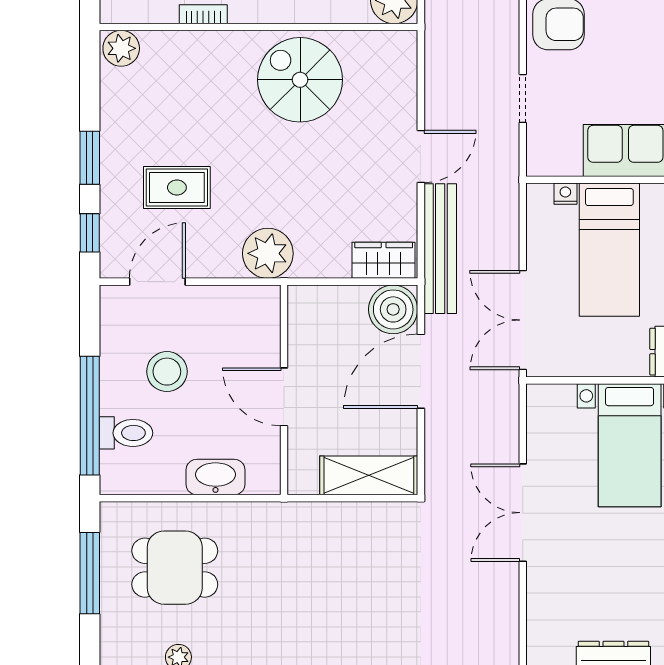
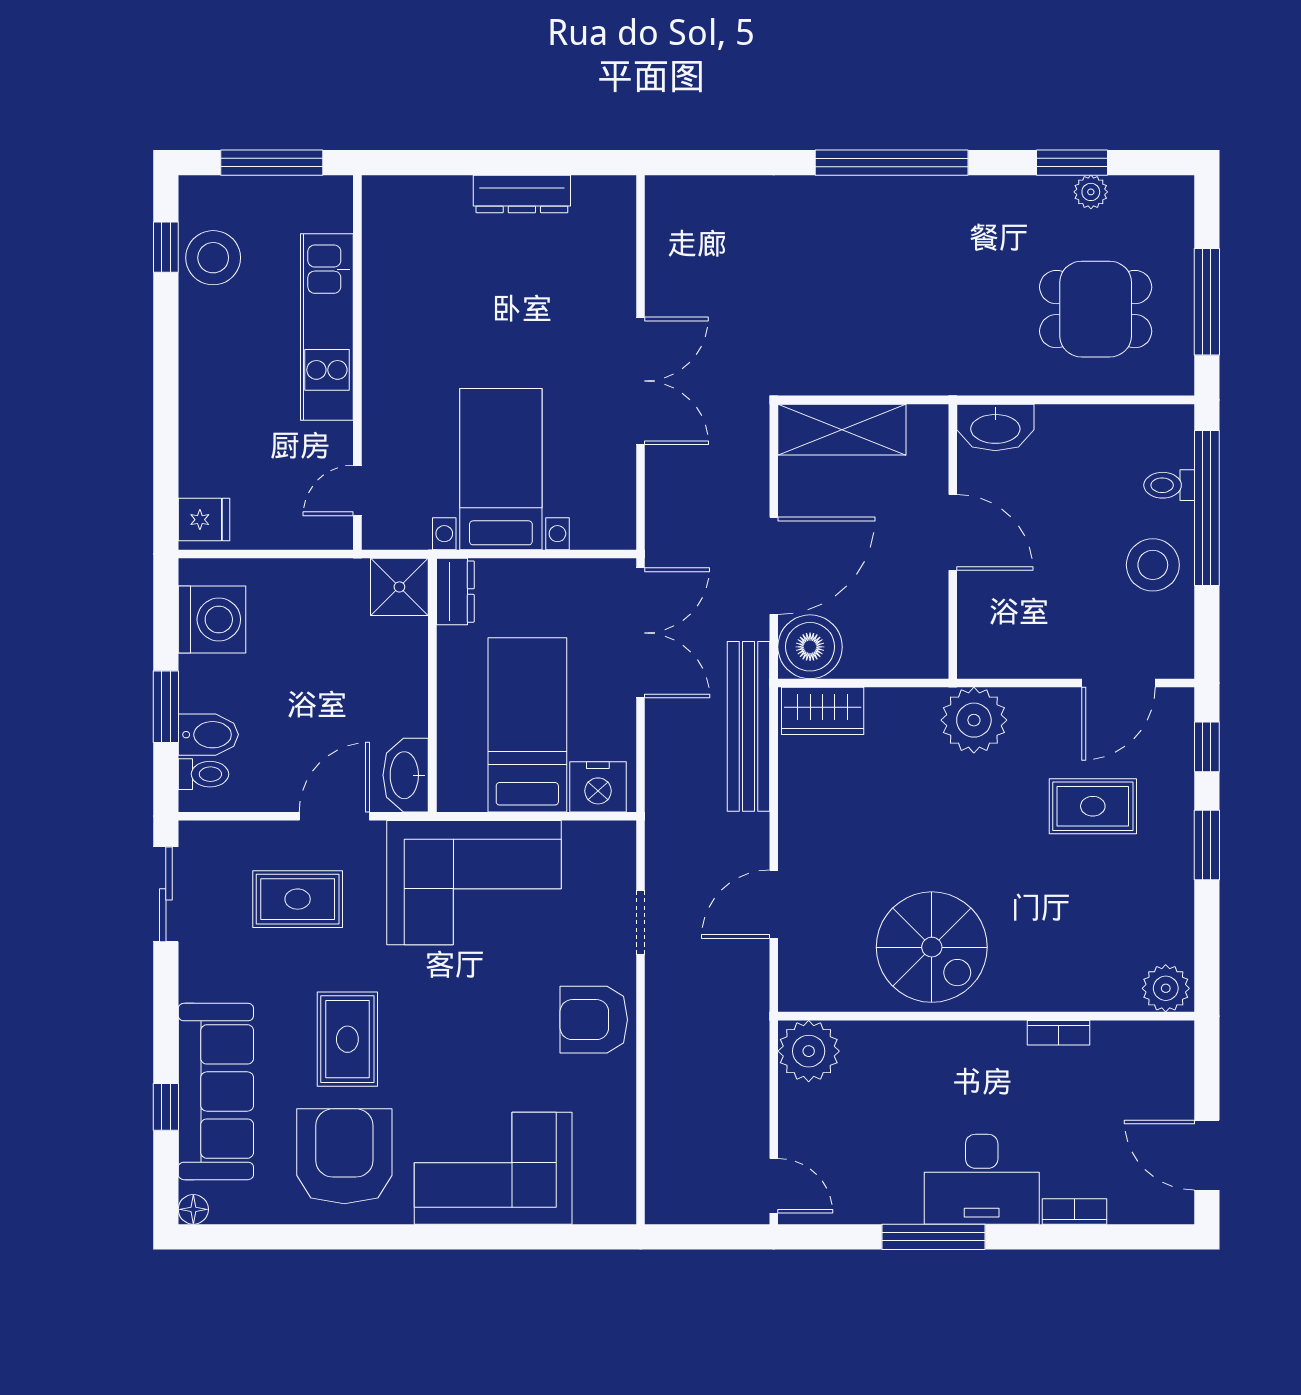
door: (421, 157) -> (774, 904), moved
nightstand: (565, 194) -> (598, 787), width x1.89, depth x1.79
stool: (167, 372) -> (1153, 565), moved
toilet: (126, 433) -> (1169, 485), width x0.73, depth x0.72
washbasin: (216, 477) -> (995, 428), moved

